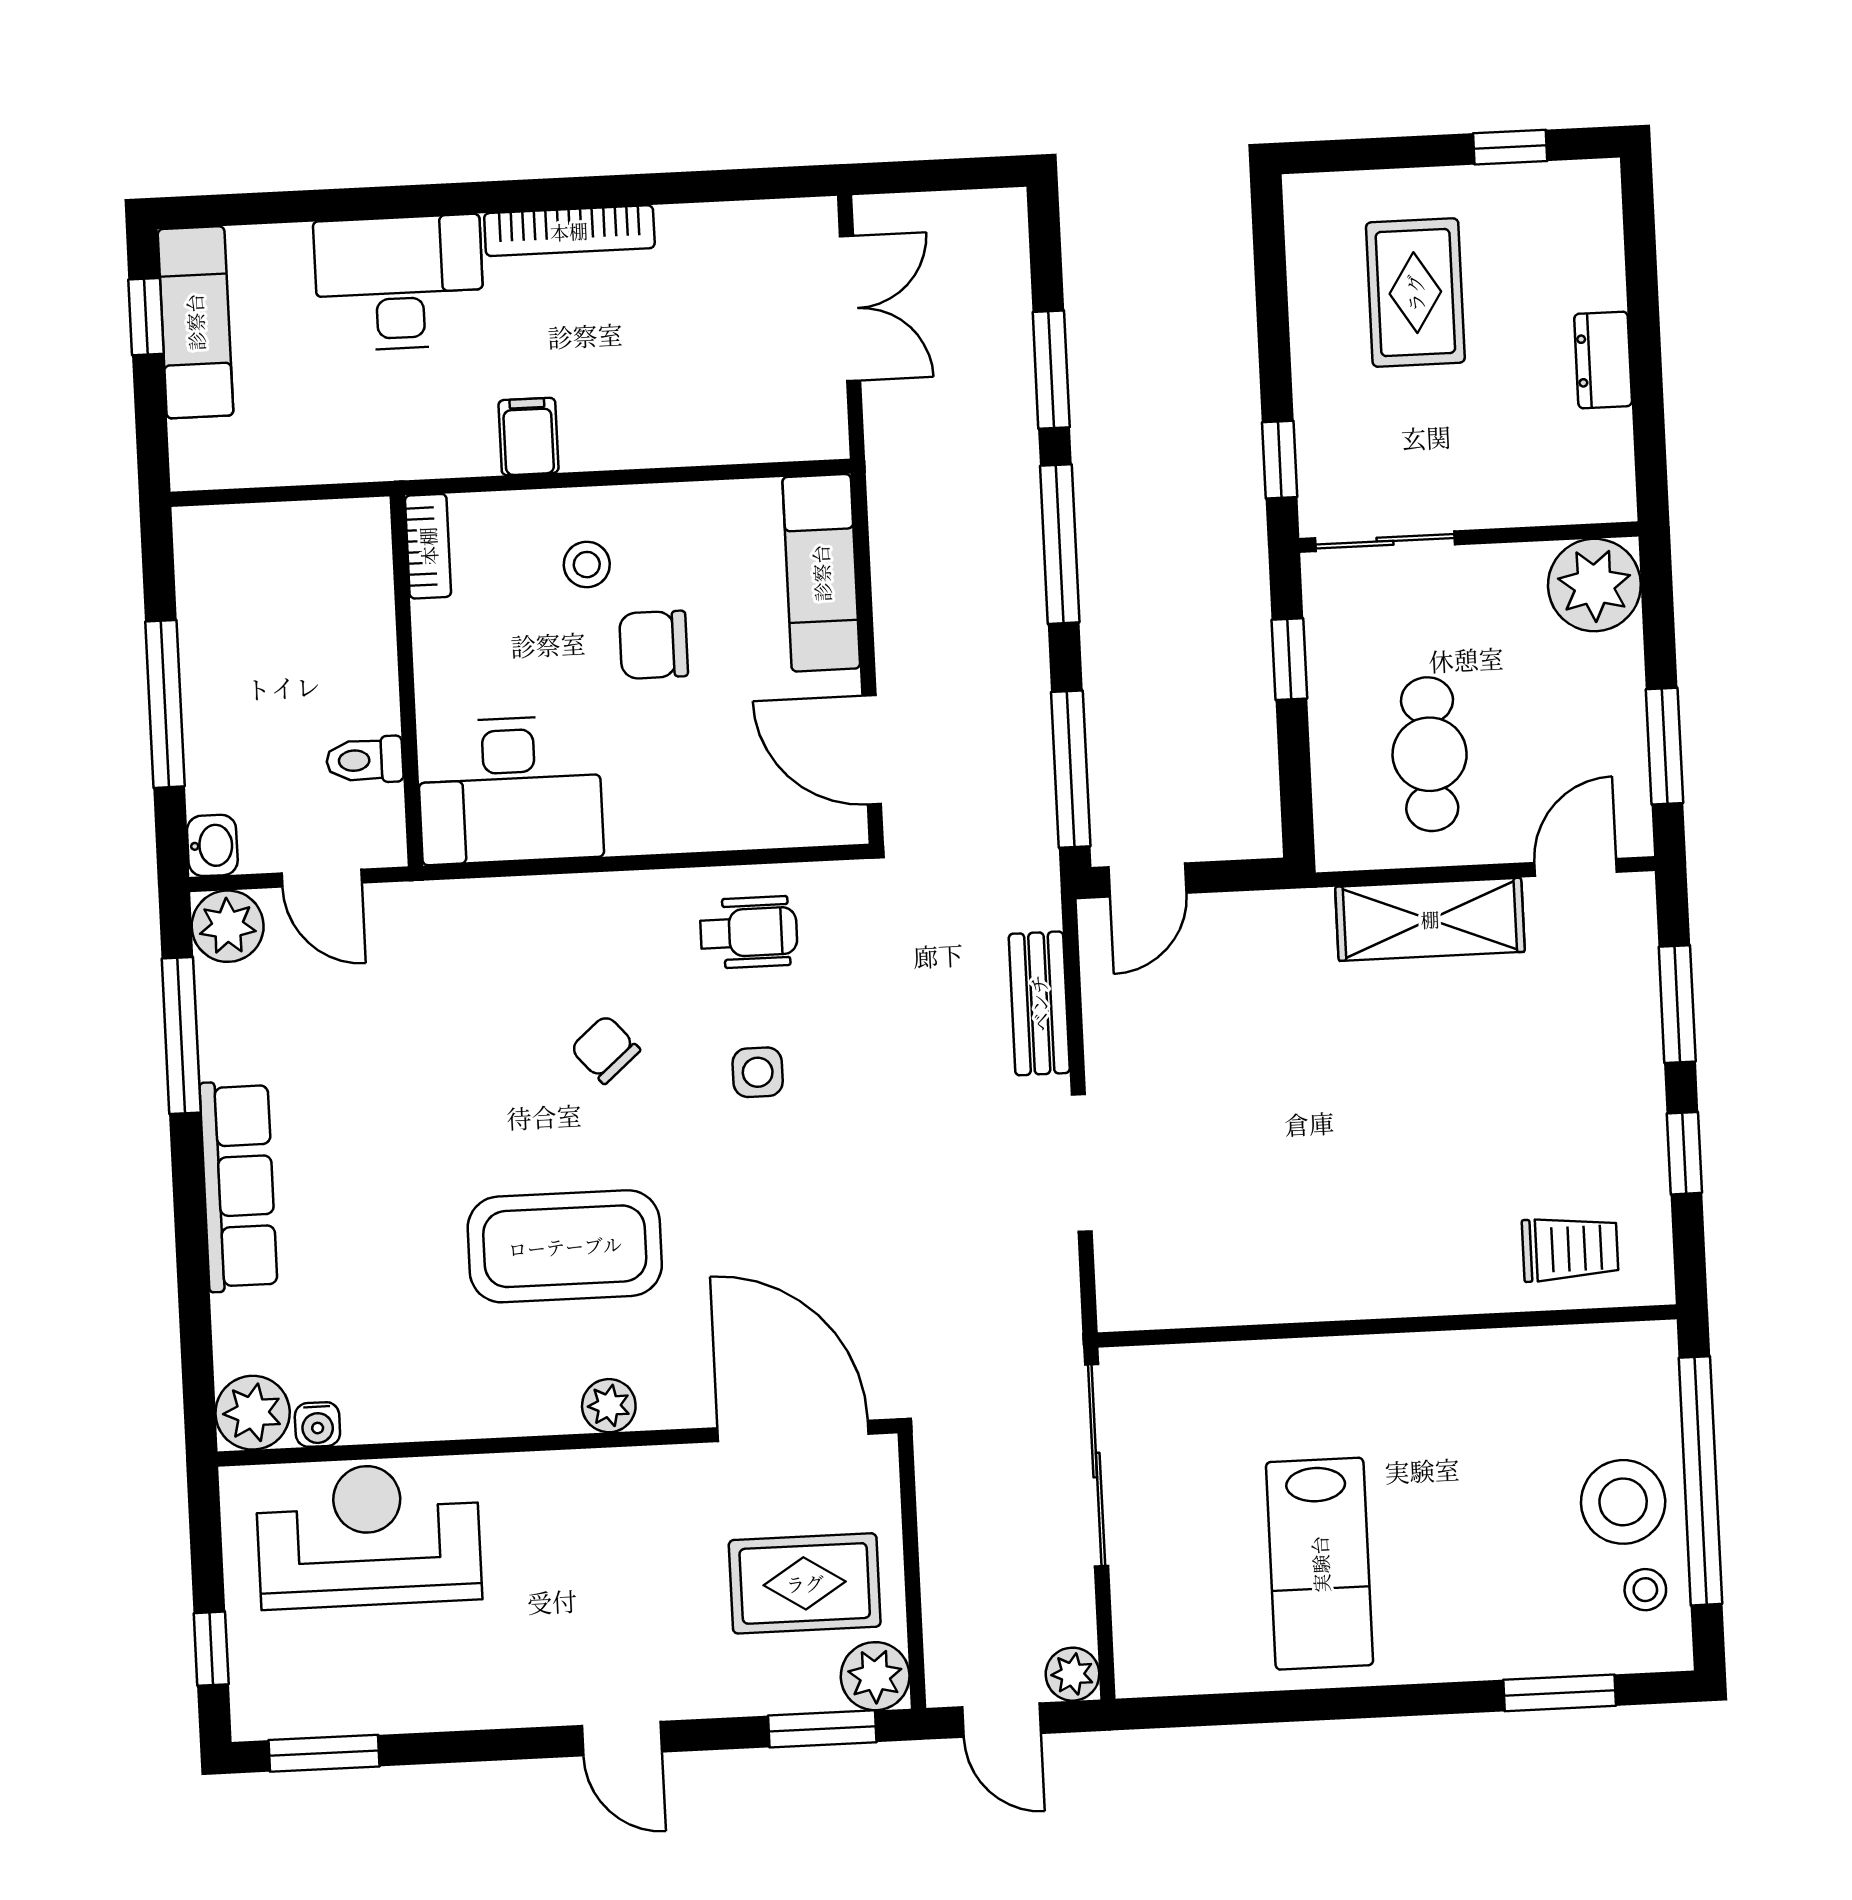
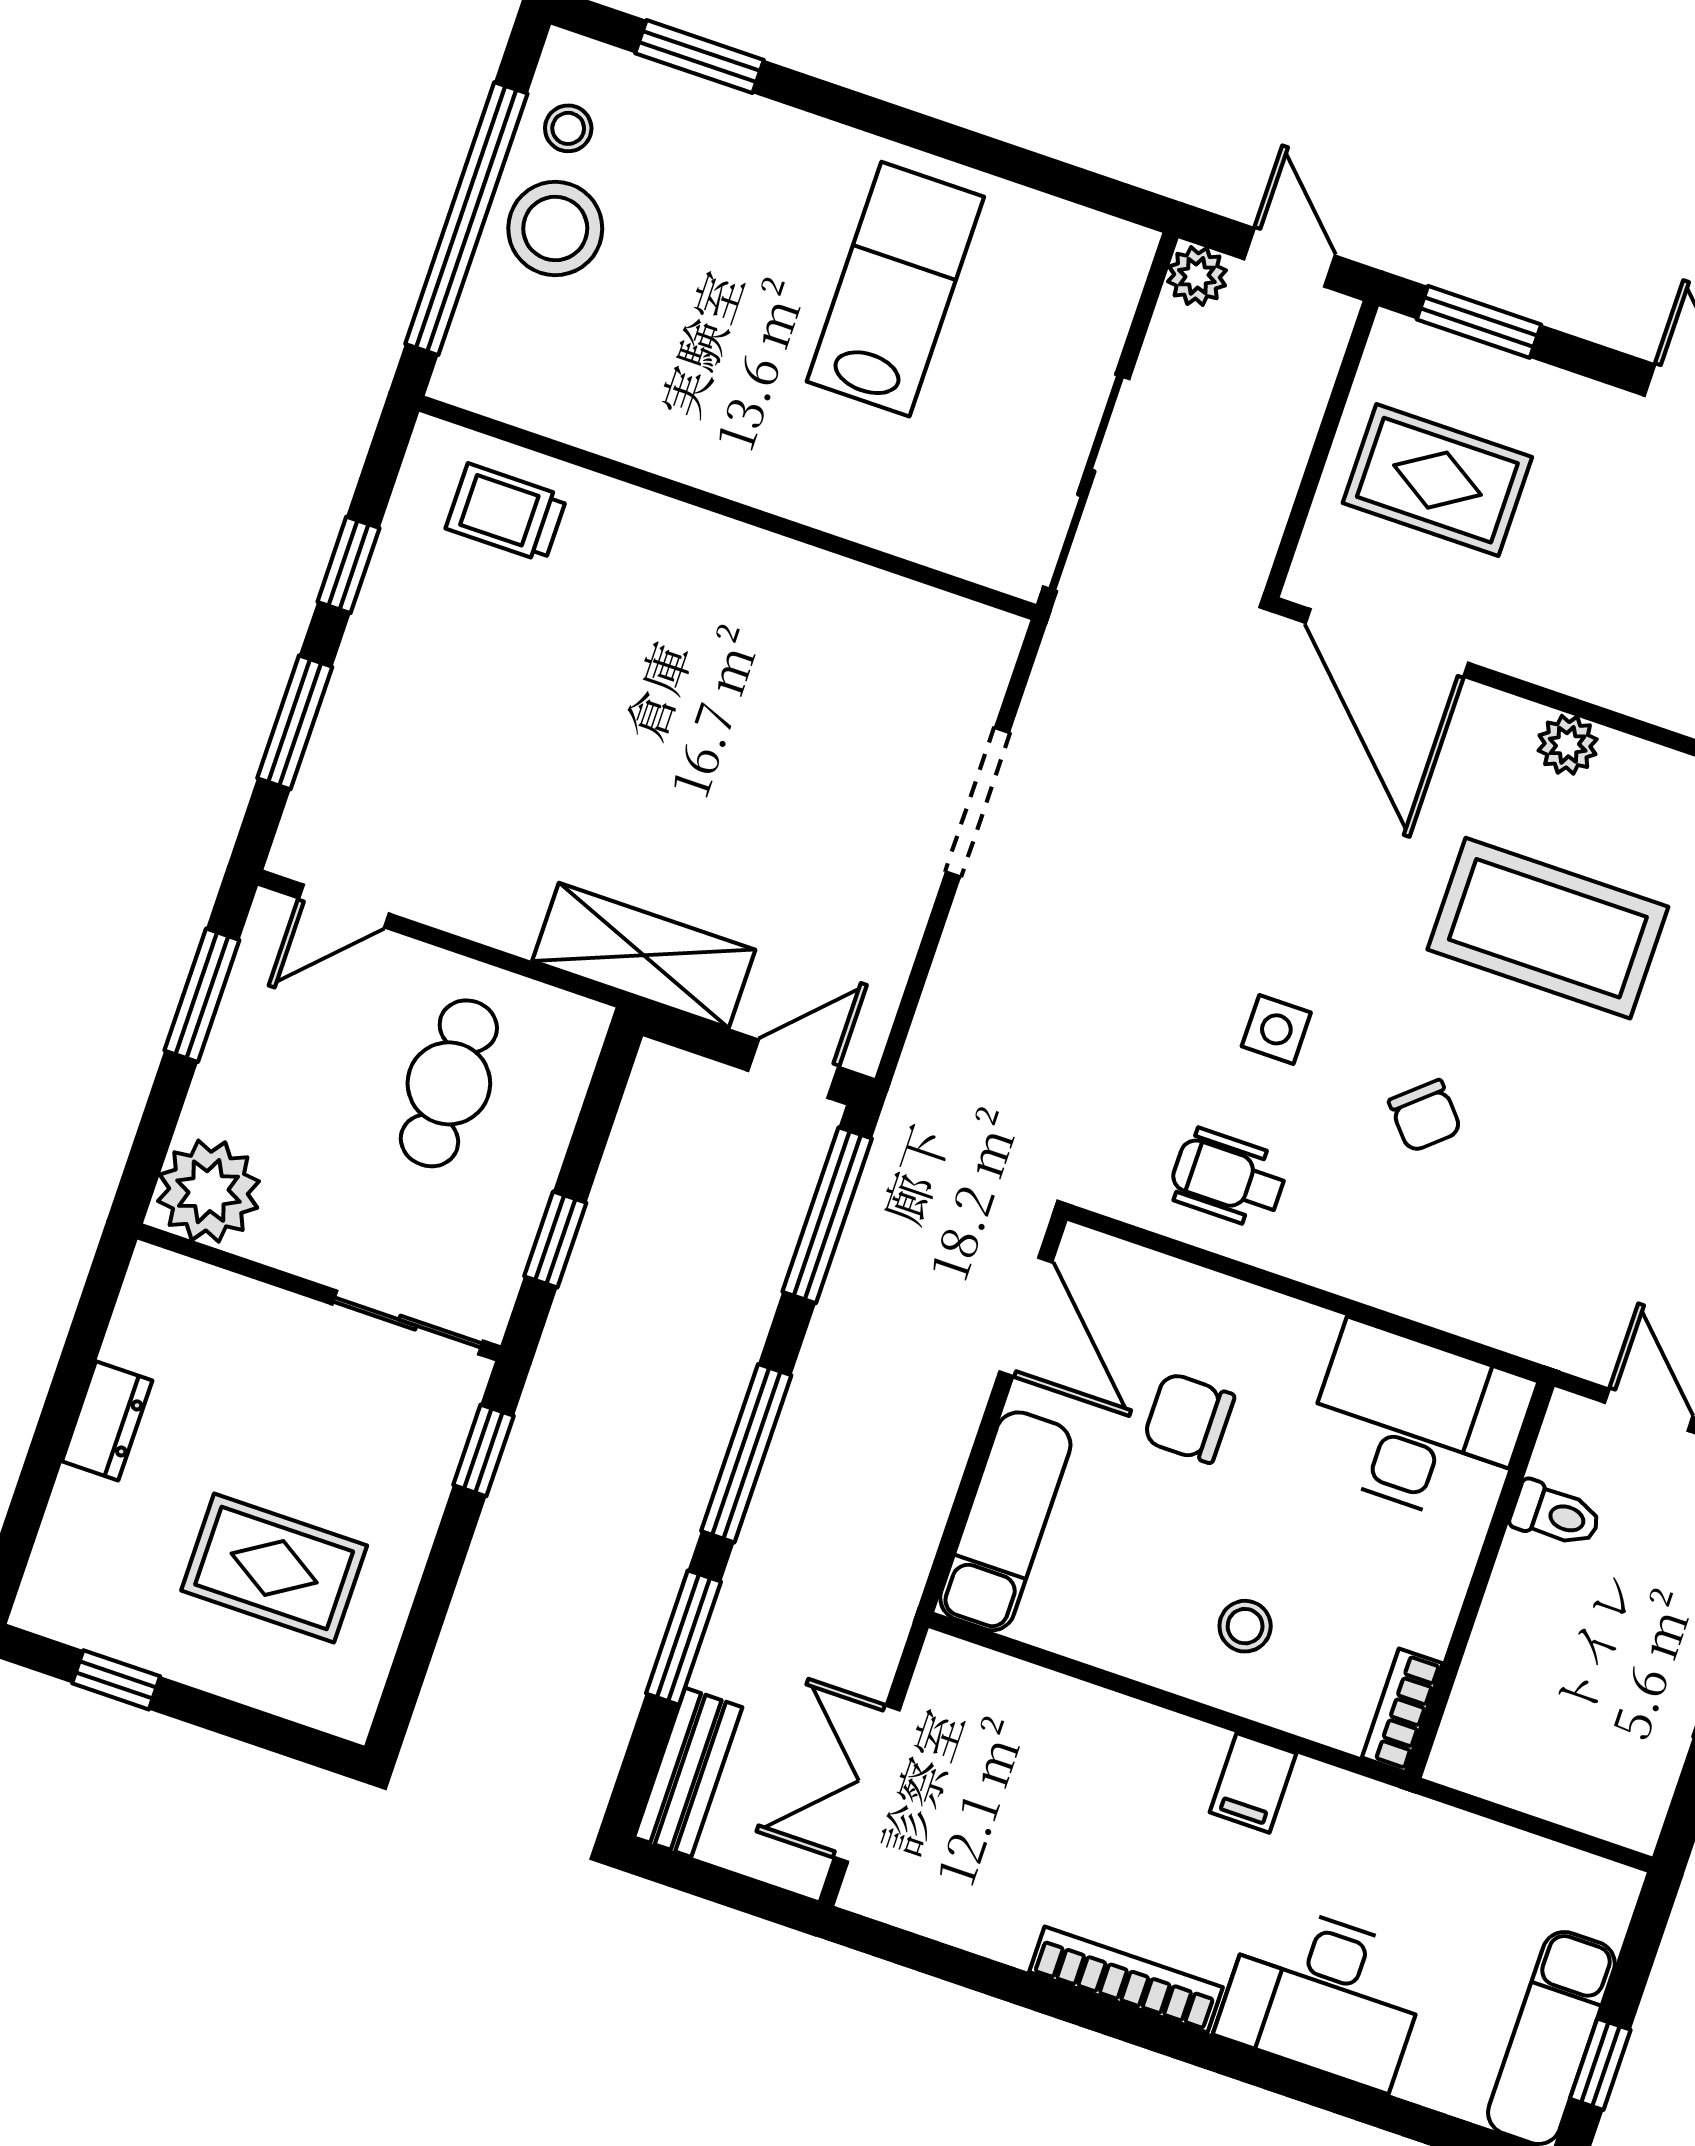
rug: (1415, 293) -> (274, 1568), turned 90
chair: (654, 645) -> (1189, 1418), moved, turned 180
shelving: (1430, 919) -> (644, 955), moved
bench: (1039, 1003) -> (688, 1772), moved
plant: (875, 1676) -> (1402, 355), removed

